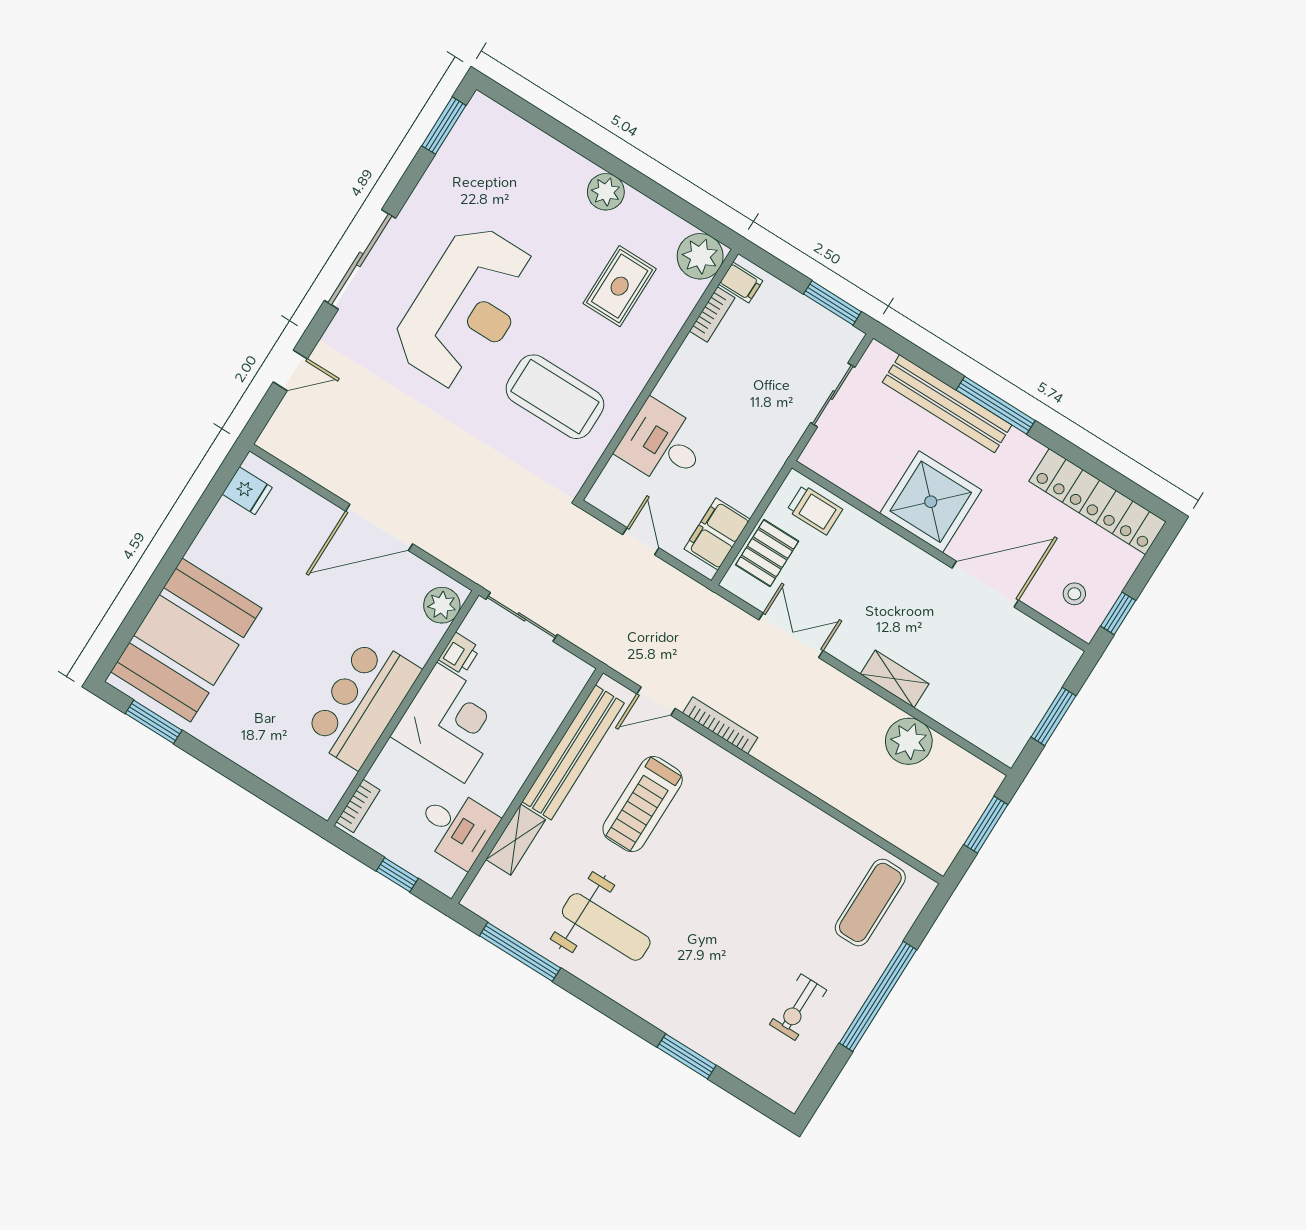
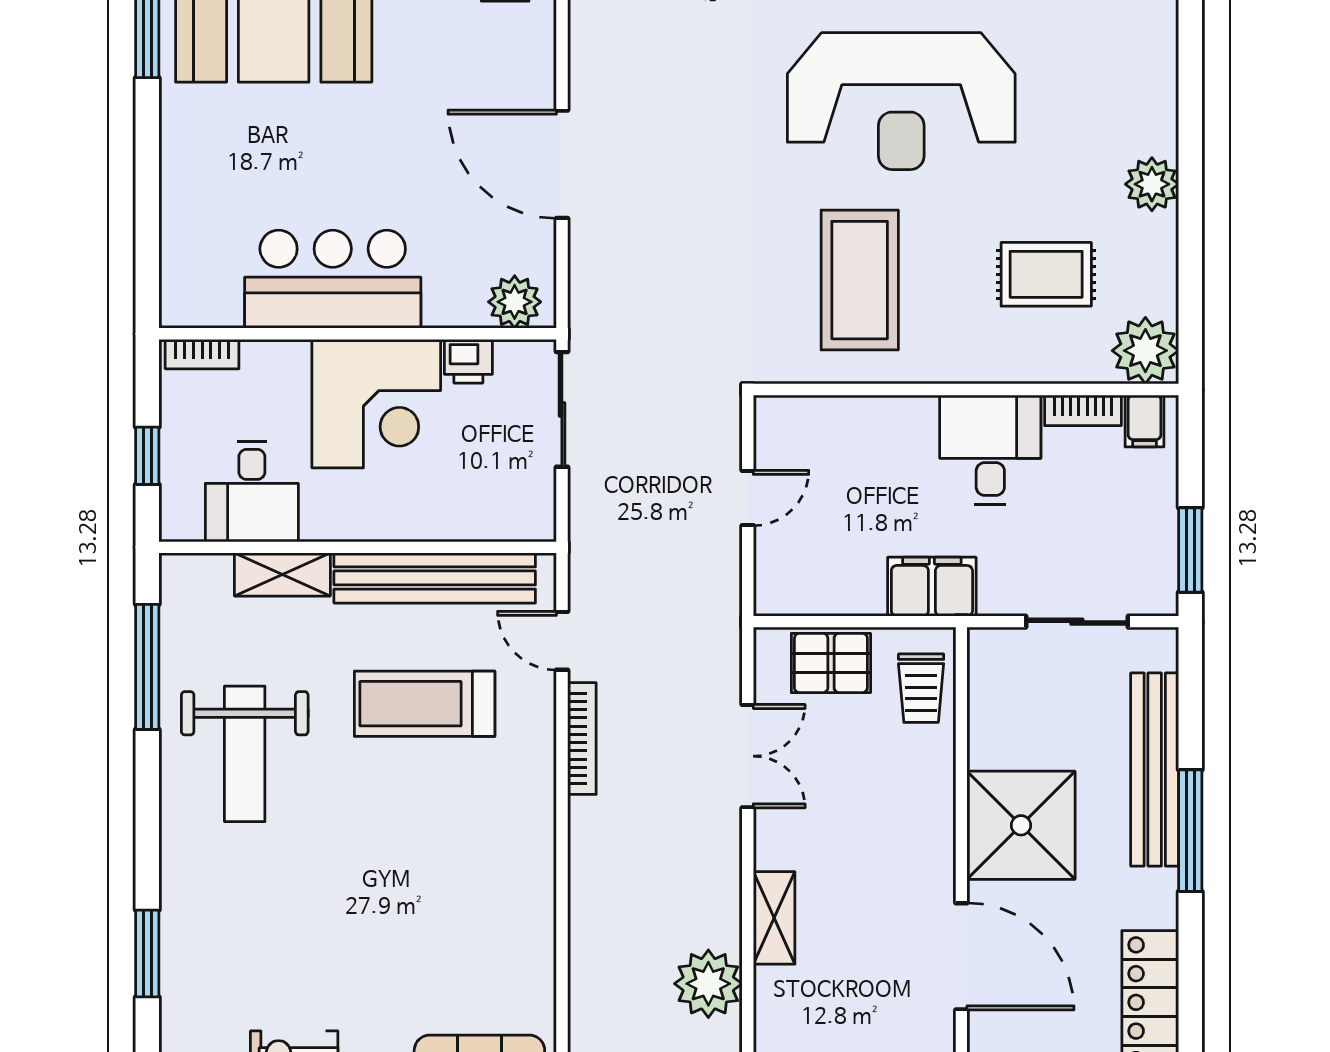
desk: (663, 444) -> (990, 450), moved
filing cabinet: (717, 534) -> (932, 587), moved

